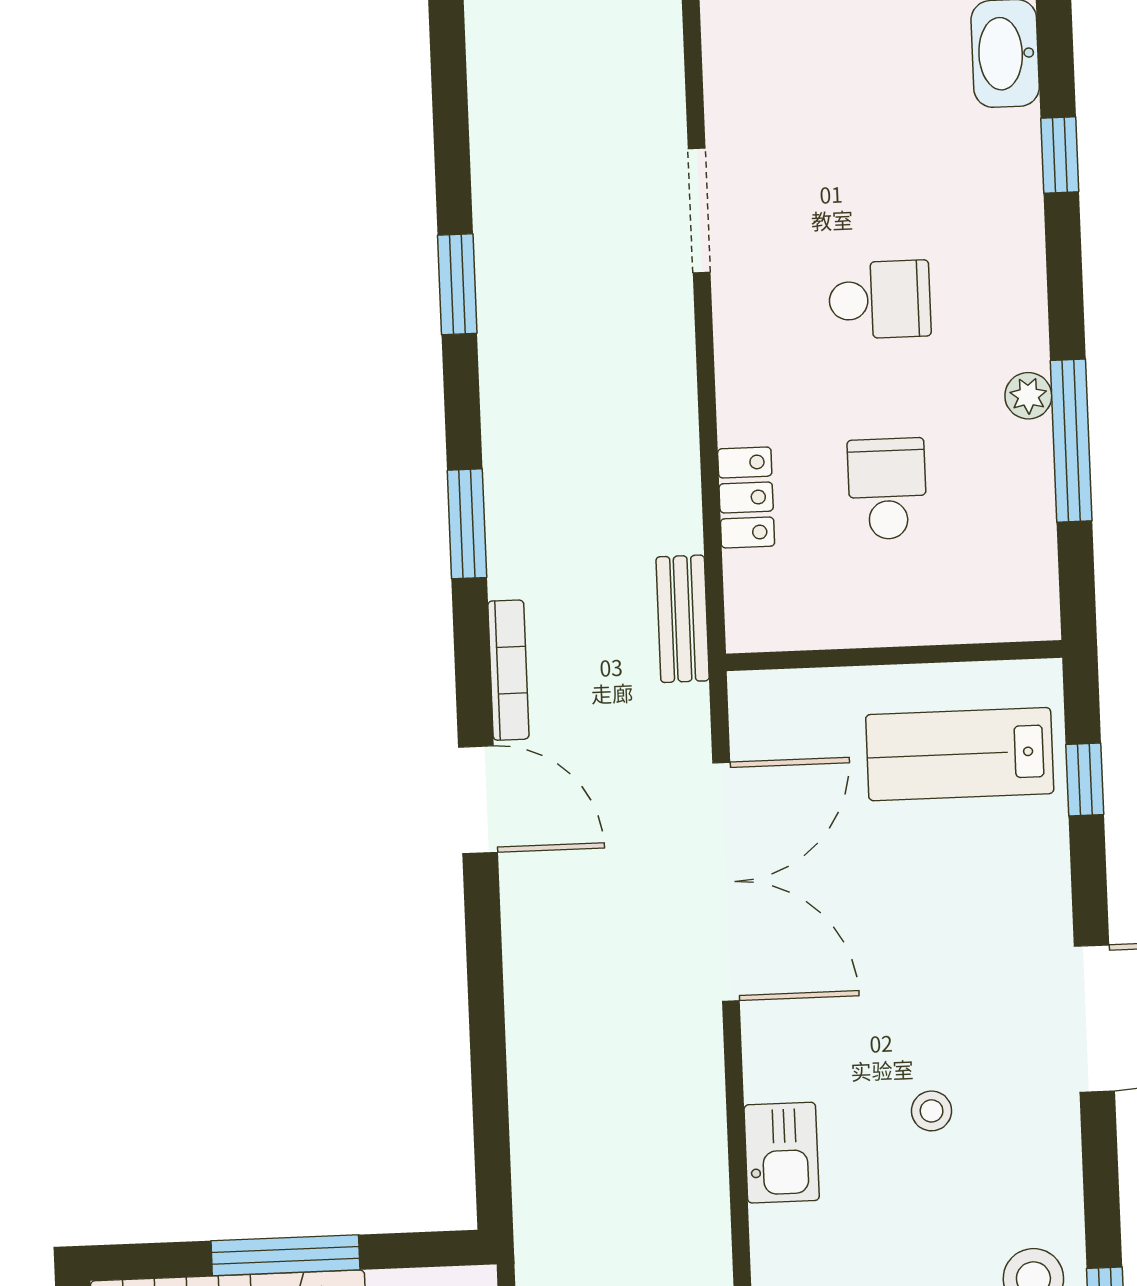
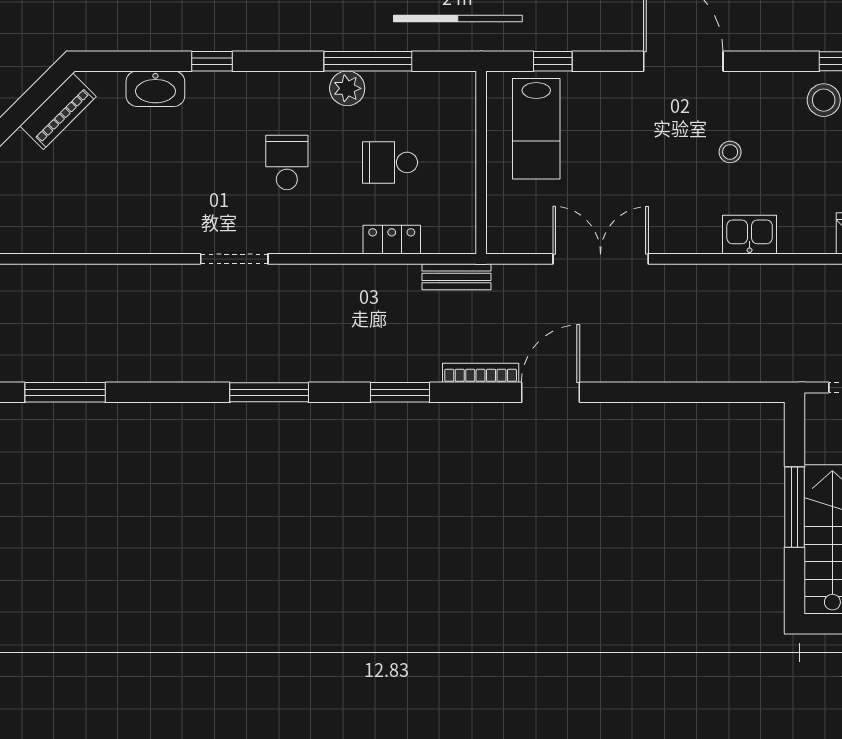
window: (457, 284) -> (269, 392), width x1.44
plant: (1028, 396) -> (347, 88), width x1.38, depth x1.38
double door: (726, 882) -> (601, 259), width x0.73

